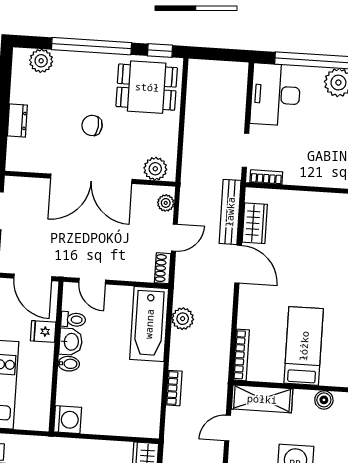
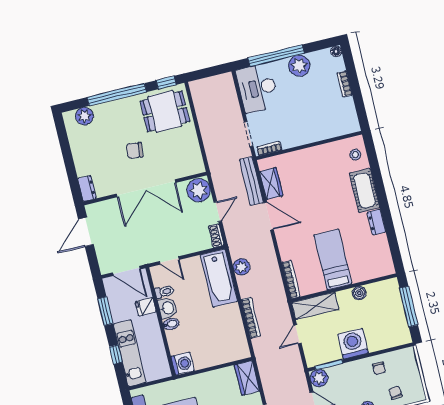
dresser: (17, 121) -> (87, 189), moved
plant: (155, 169) -> (189, 167), removed
plant: (166, 203) -> (199, 190), width x1.88, depth x1.88
bookcase: (174, 388) -> (251, 318), width x1.56

